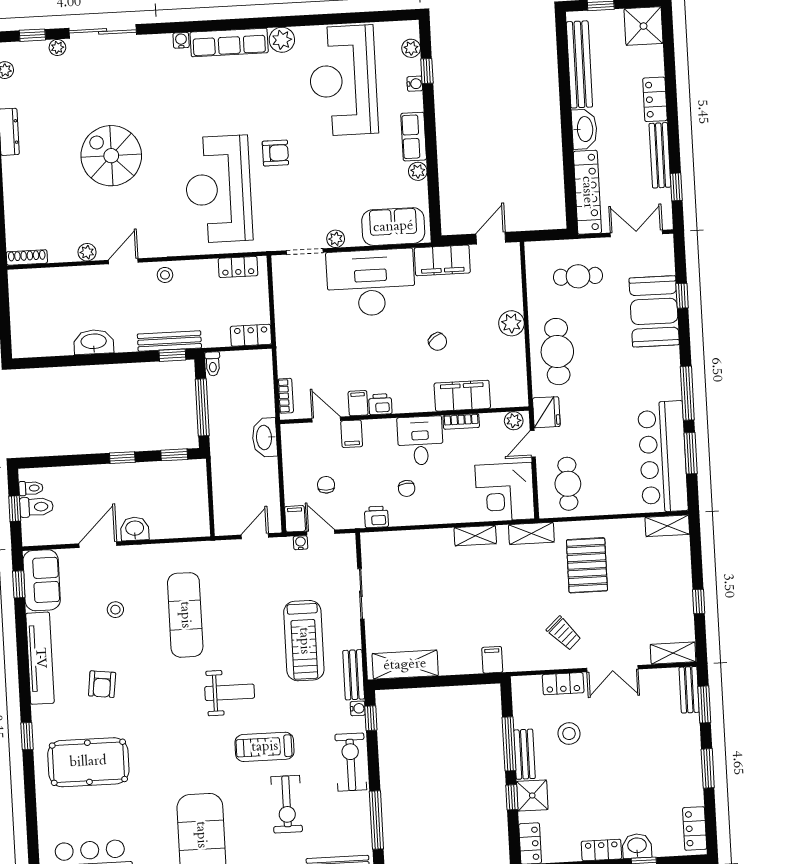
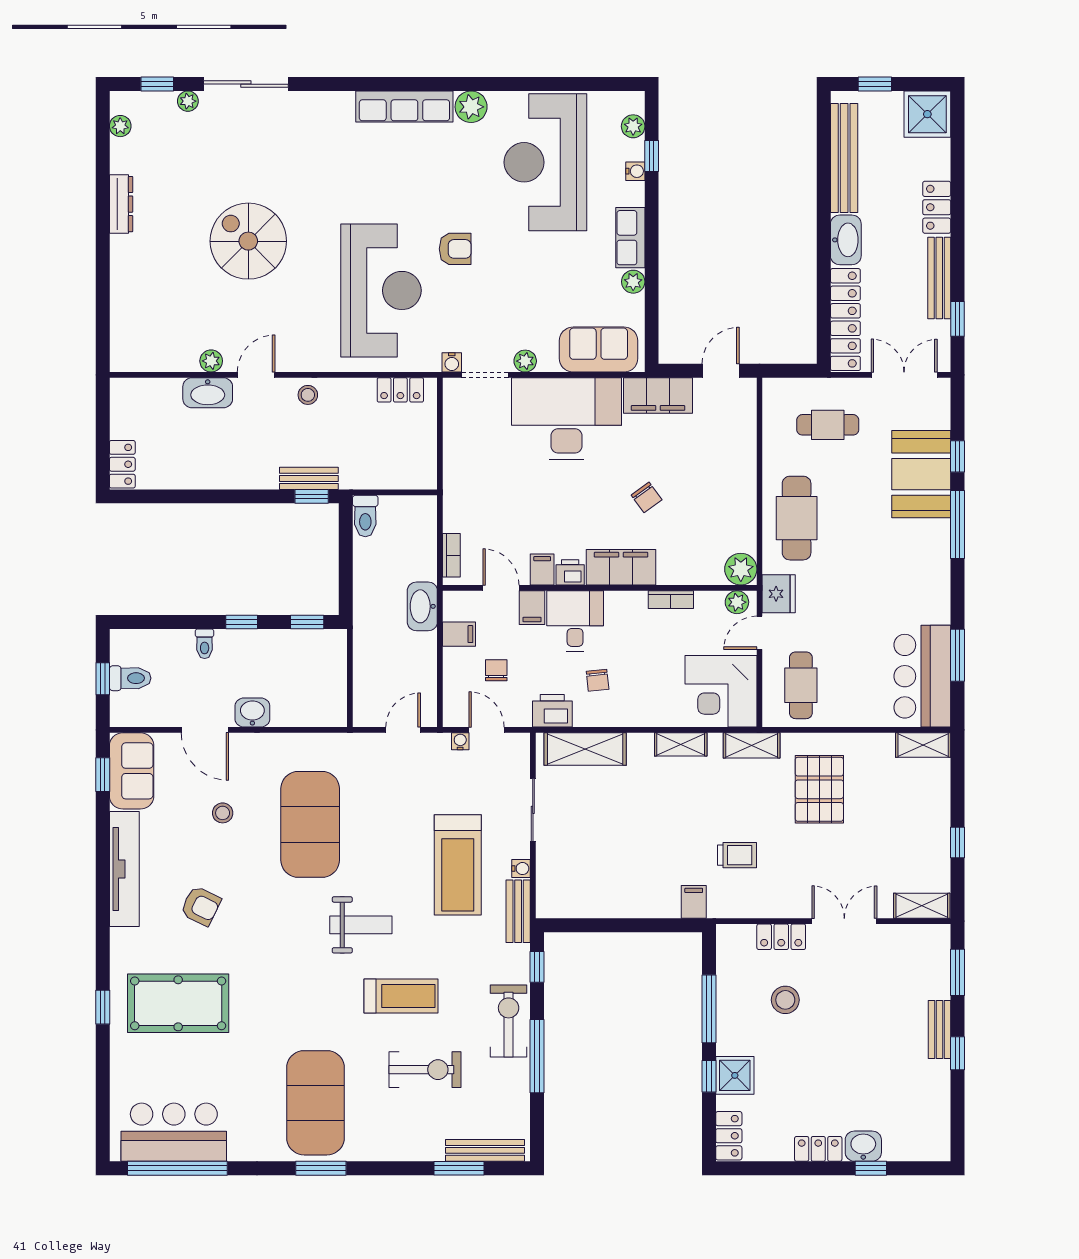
water cooler: (181, 40) -> (452, 362), moved, turned 180
reception desk: (218, 189) -> (381, 290), turned 180
shoe rack: (27, 257) -> (135, 363), removed
plant: (511, 323) -> (741, 569), moved
locker: (251, 335) -> (122, 464), moved, turned 90
bench: (169, 341) -> (309, 478), width x0.73
washbasin: (94, 342) -> (208, 393), moved, turned 180
toilet: (213, 364) -> (365, 516), width x1.37, depth x1.39
window: (687, 393) -> (958, 524), moved
filing cabinet: (462, 396) -> (621, 567), moved
window: (202, 407) -> (346, 564), removed
desk: (420, 441) -> (575, 621), moved
bar counter: (663, 457) -> (922, 676), width x0.73
toilet: (31, 488) -> (205, 644), moved, turned 90
printer: (376, 517) -> (552, 711), width x1.36, depth x1.24
filing cabinet: (295, 519) -> (459, 634), moved, turned 90
door: (98, 545) -> (205, 730), swing flipped
exercise mat: (185, 615) -> (310, 824), width x1.47
trolley: (564, 633) -> (737, 855), moved, turned -47
shelving: (405, 665) -> (585, 749), moved
double door: (612, 669) -> (844, 921), swing flipped
armchair: (102, 684) -> (201, 906), turned -71
bench: (689, 690) -> (940, 1029), moved
water cooler: (358, 708) -> (521, 869), moved
window: (27, 736) -> (103, 1007), moved
treadmill: (265, 747) -> (401, 996), turned 180
bench: (524, 754) -> (728, 1023), removed
window: (708, 768) -> (958, 1053), width x0.67
exercise bike: (287, 804) -> (425, 1070), turned -90
window: (376, 820) -> (537, 1056), moved
locker: (695, 828) -> (937, 1128), removed

